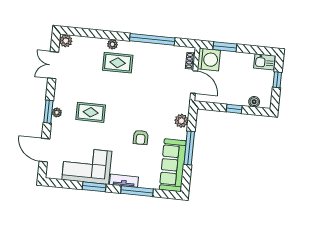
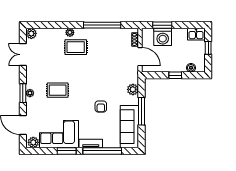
washing machine: (209, 59) -> (163, 37), moved, turned 90
plant: (55, 172) -> (33, 142), added
window: (137, 191) -> (102, 151), width x1.46

